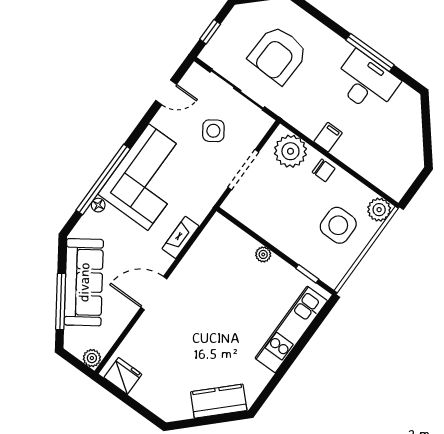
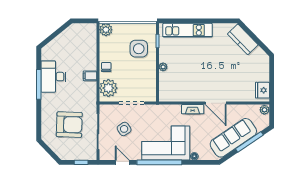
window: (103, 180) -> (159, 162), moved
side table: (338, 225) -> (139, 49), moved
fireplace: (180, 237) -> (193, 109), moved

